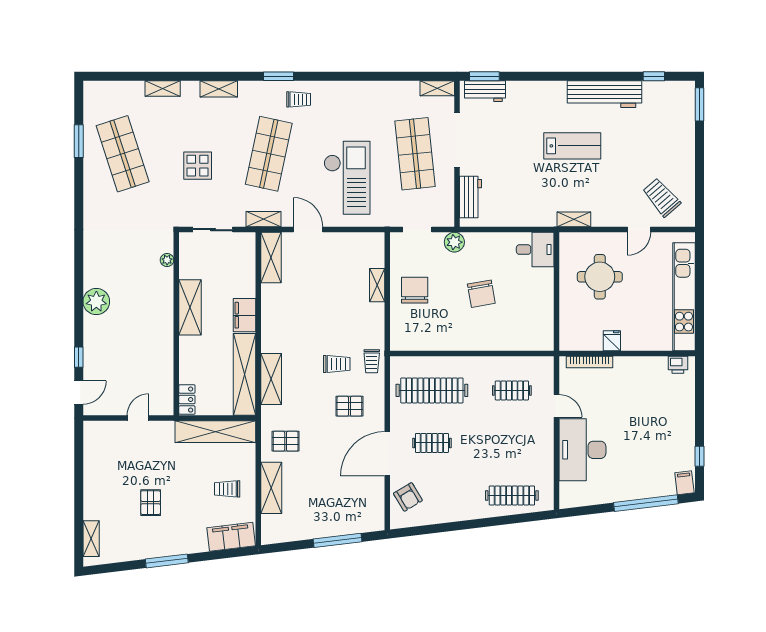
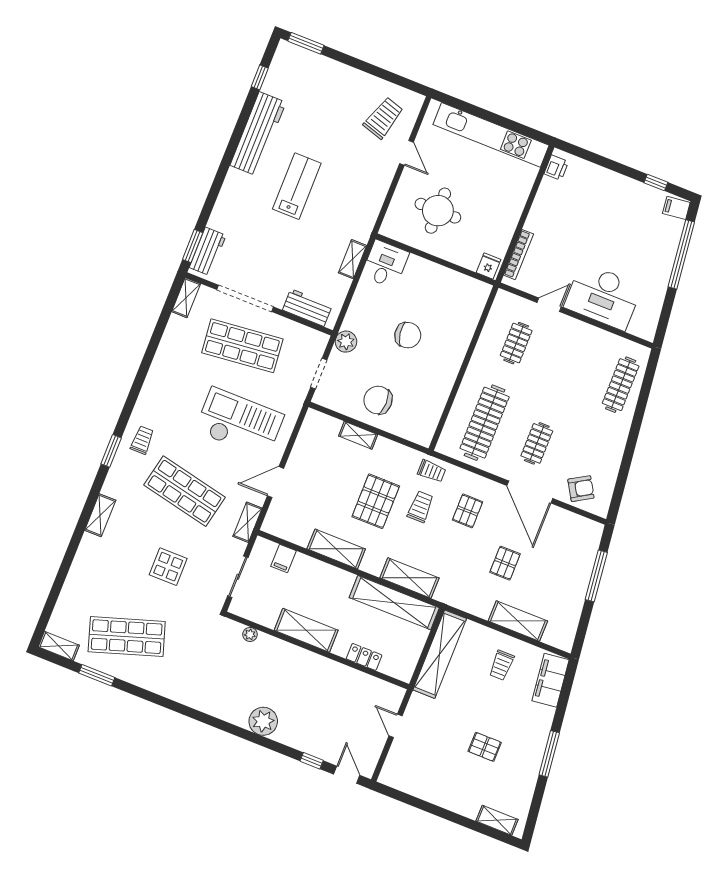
shelving: (163, 88) -> (59, 646), moved, turned 90
trolley: (662, 197) -> (383, 118), turned 148
shelving: (574, 219) -> (353, 259), moved
shelving: (271, 258) -> (336, 549), moved
filing cabinet: (245, 315) -> (284, 559), moved, width x0.50
pallet: (326, 323) -> (376, 501), added
fridge: (612, 341) -> (489, 266), moved, turned 90
locker: (187, 400) -> (364, 657), moved
pallet: (286, 441) -> (505, 563), moved

